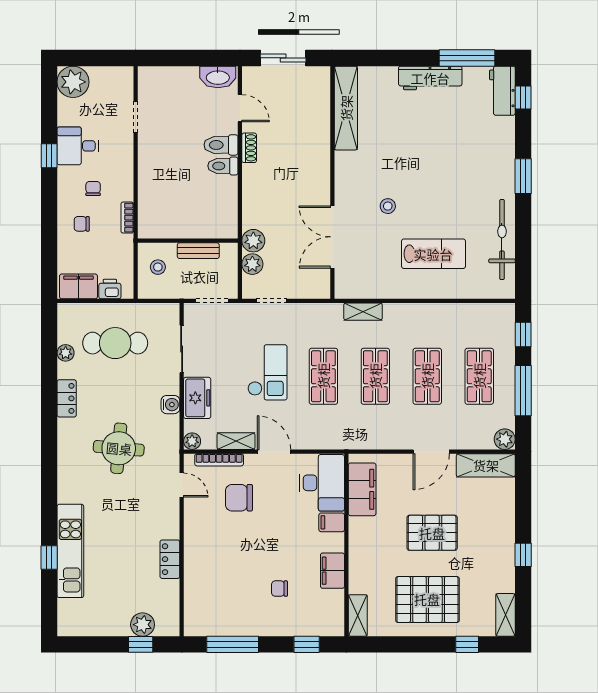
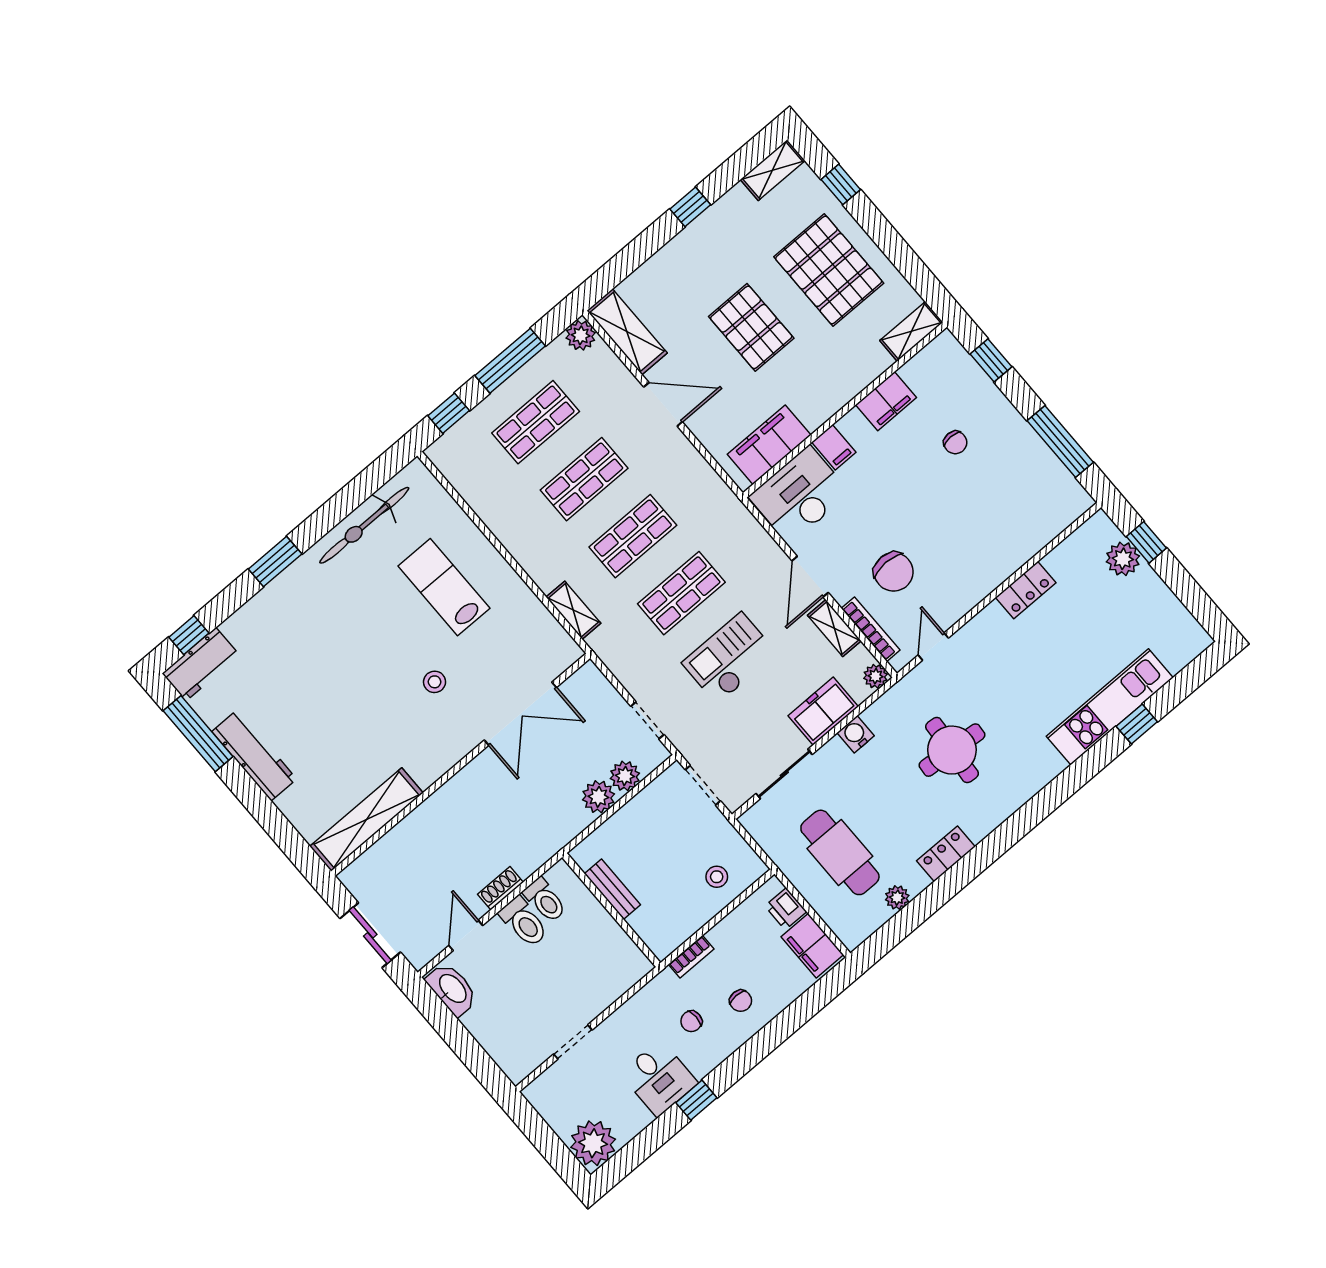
wall: (188, 241) -> (611, 910), moved
bench: (198, 251) -> (612, 889), moved

